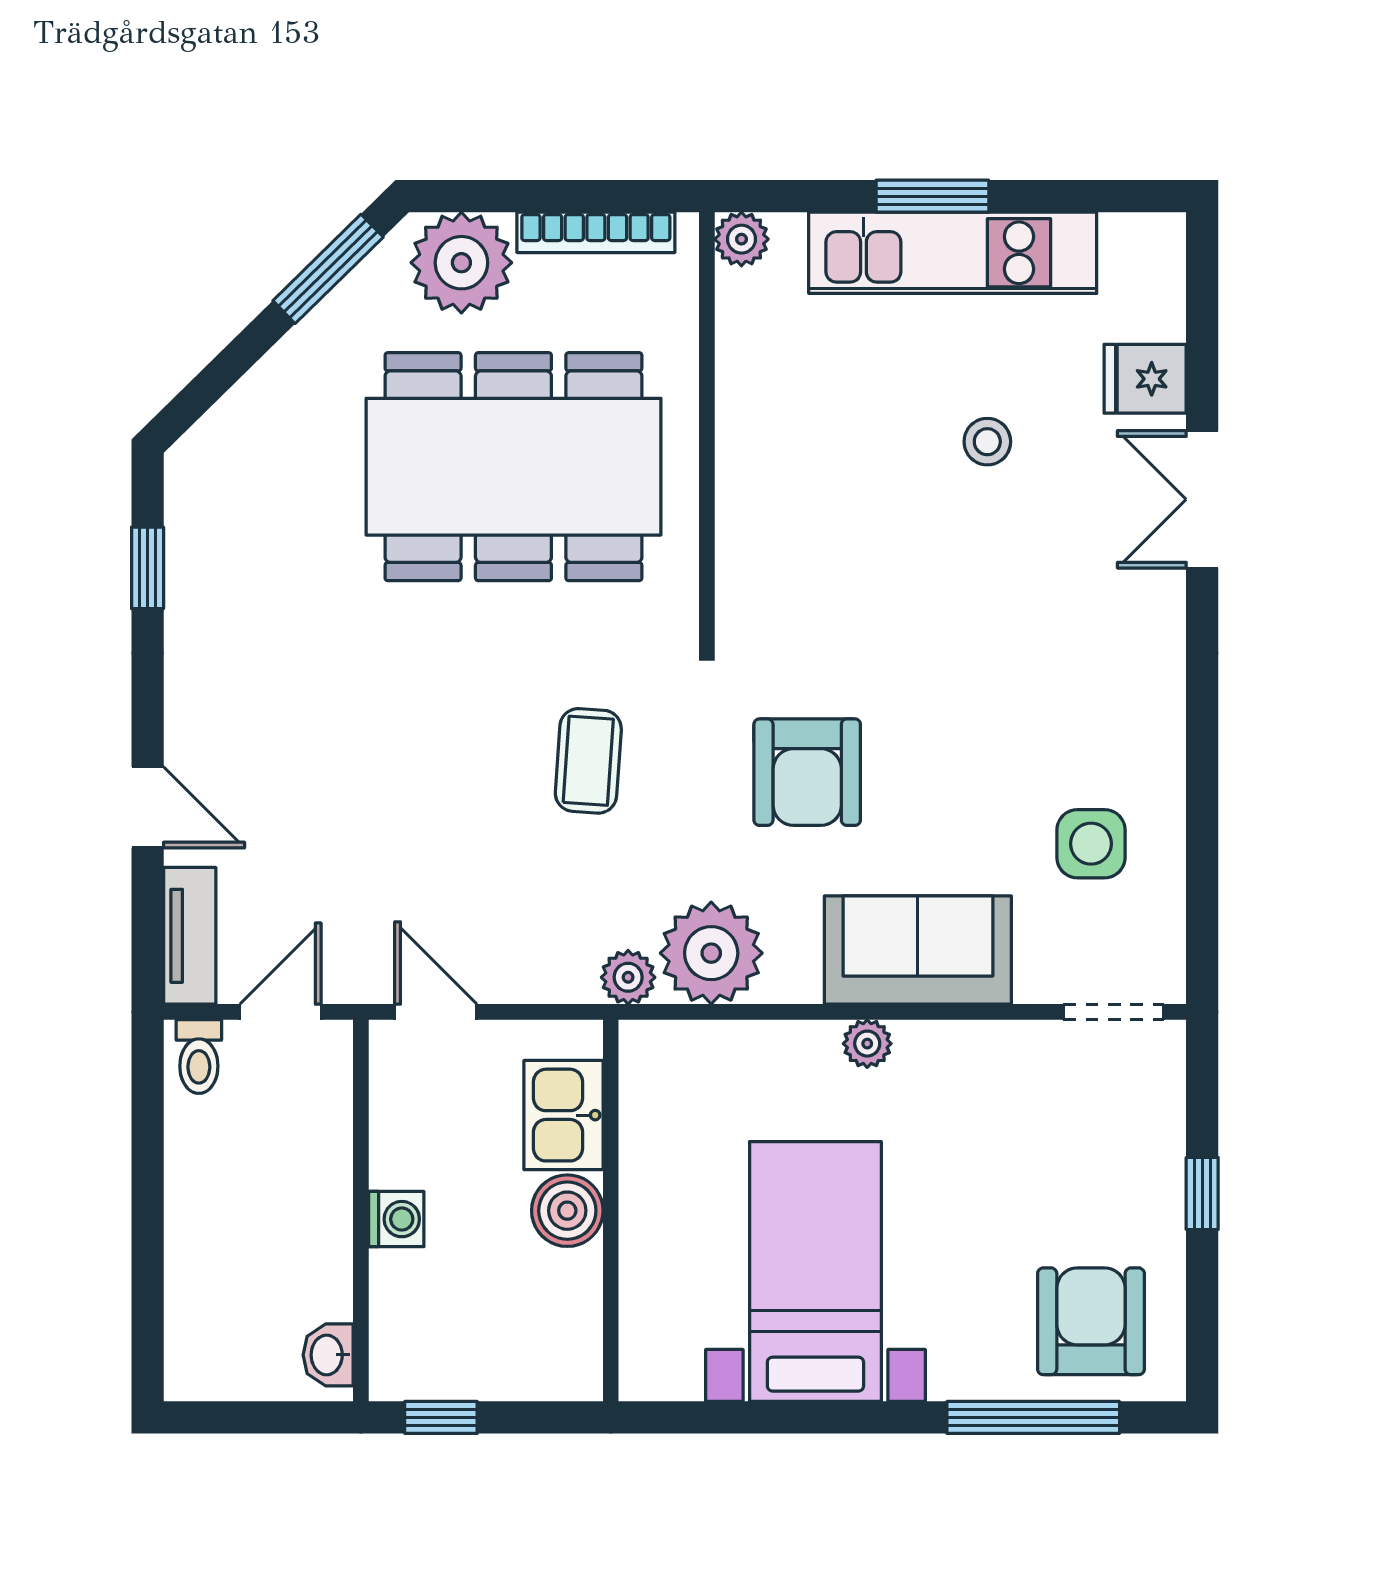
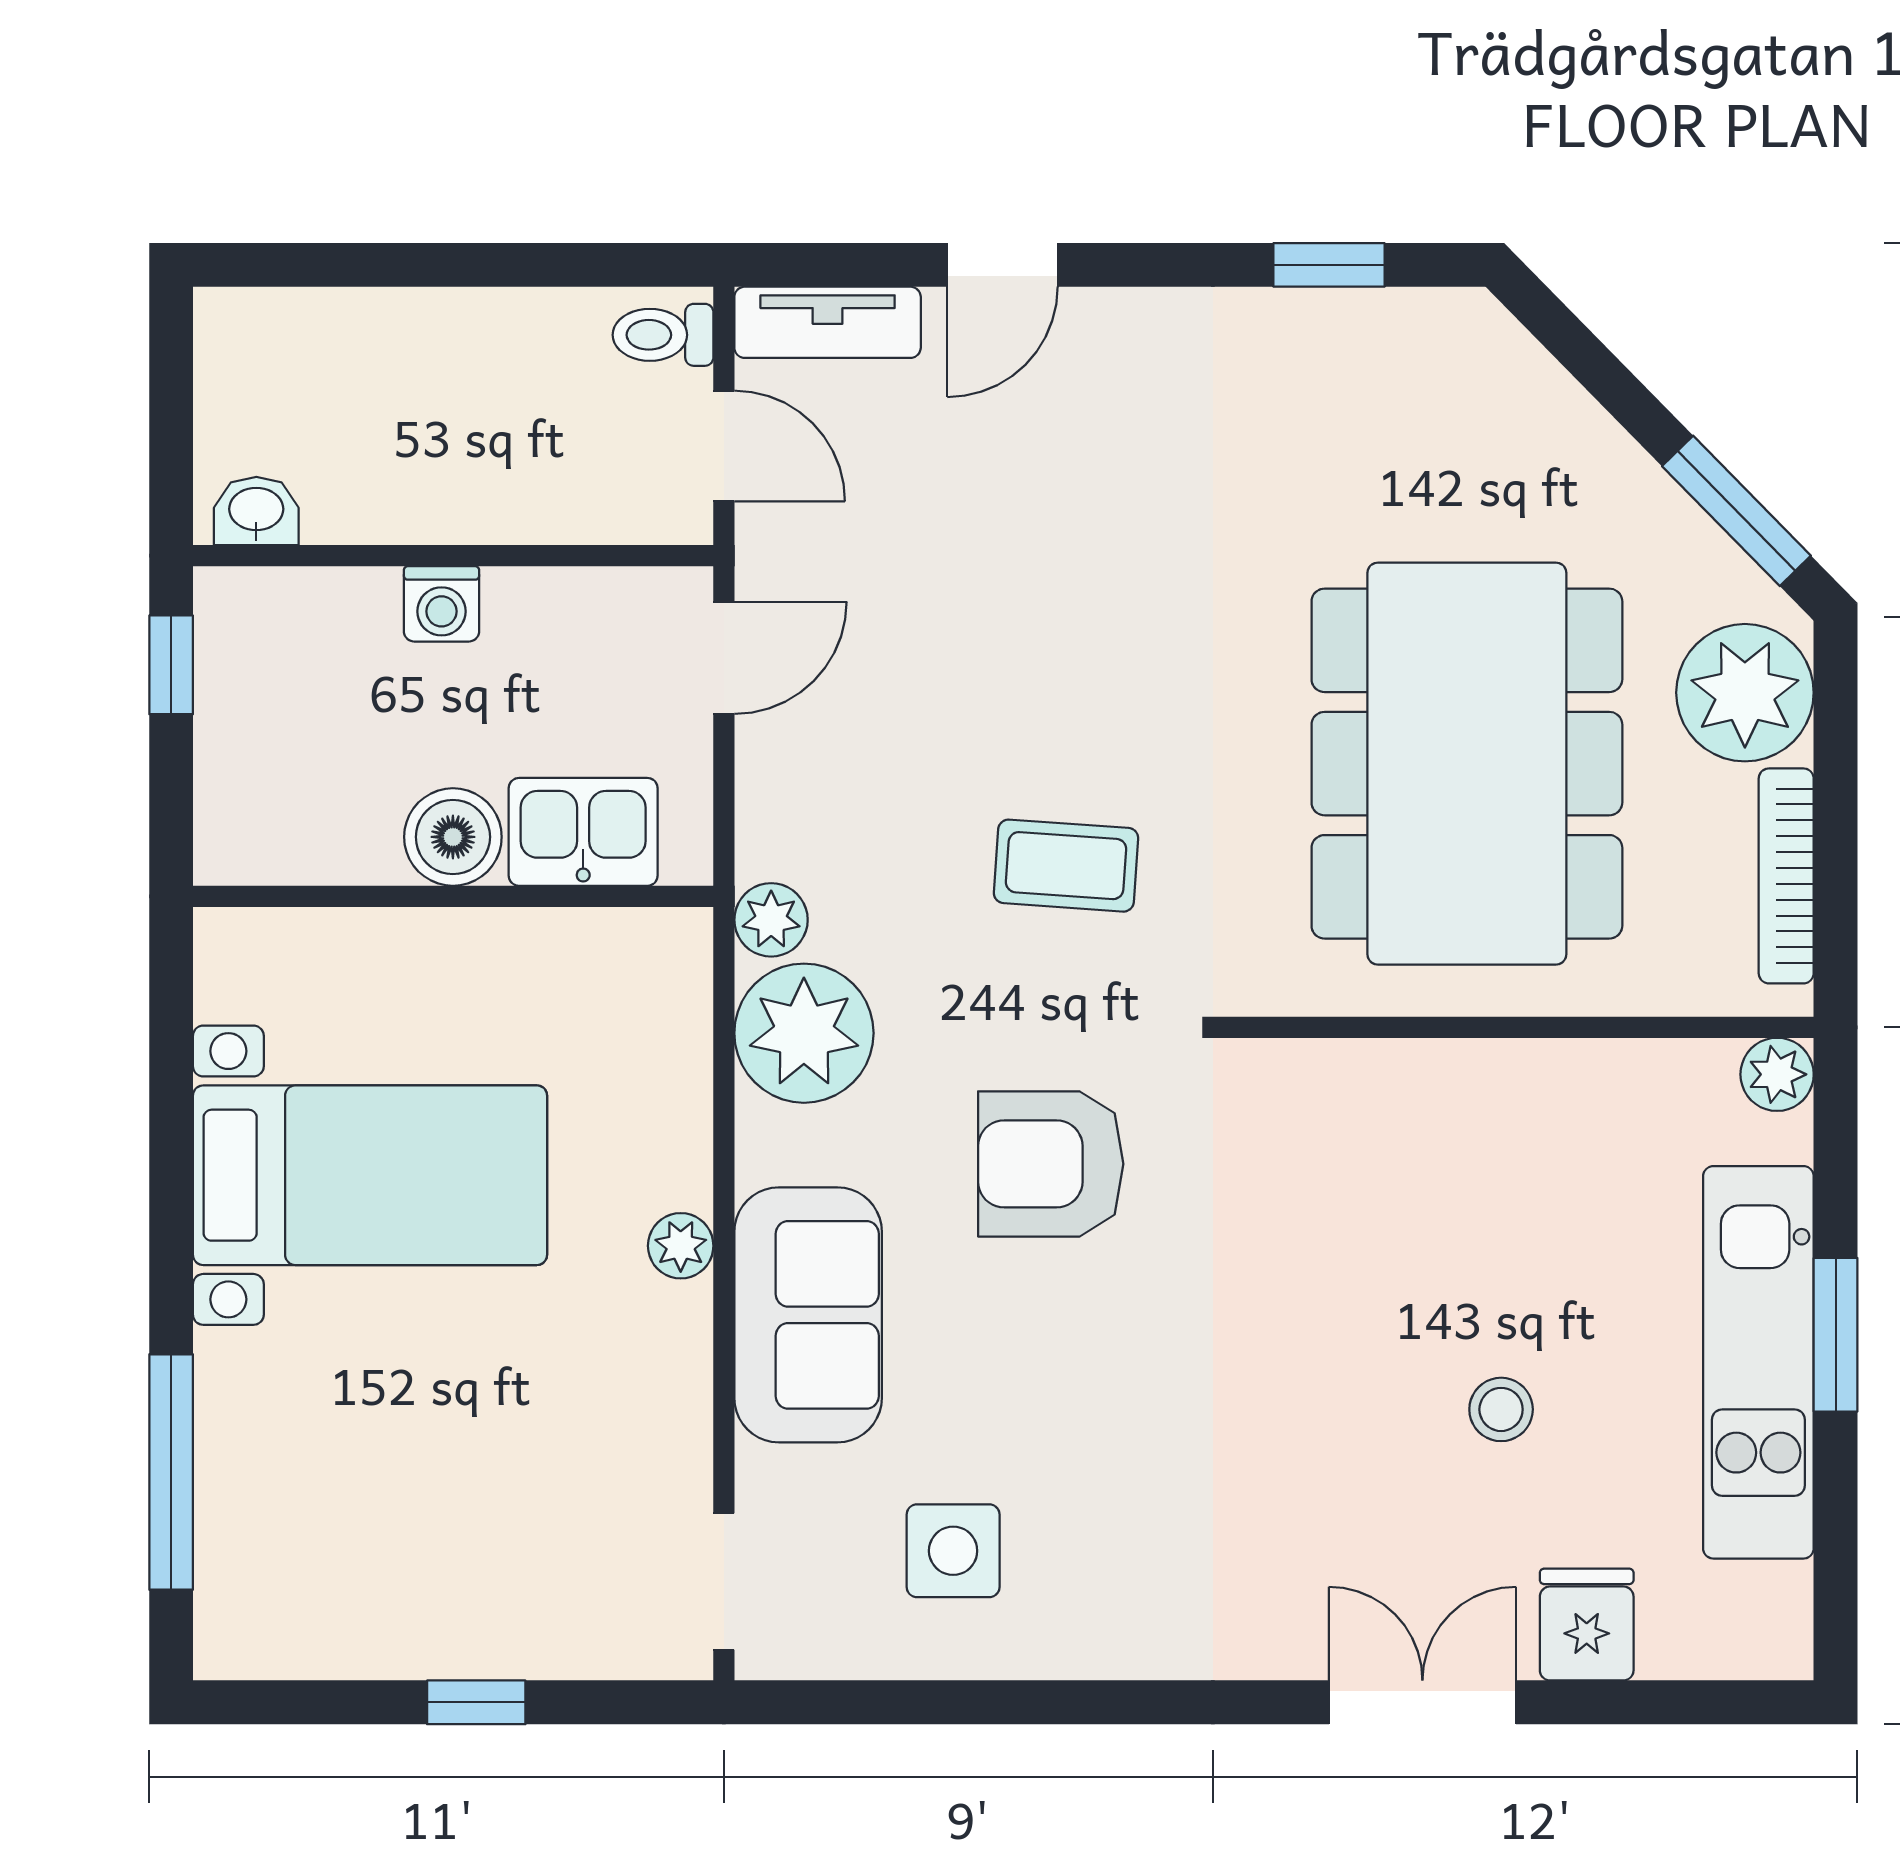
armchair: (1091, 1321) -> (302, 1551), removed

